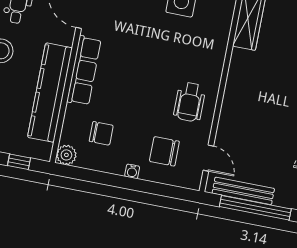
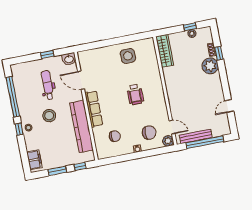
wheelchair: (190, 102) -> (135, 94), moved
chair: (164, 151) -> (149, 133), turned 180
plant: (66, 155) -> (168, 141), moved

